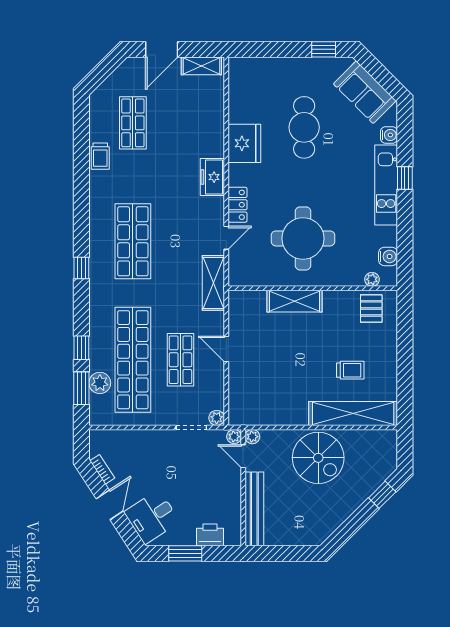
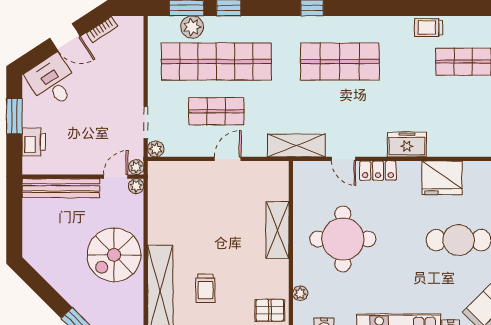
plant: (372, 279) -> (300, 293), moved

